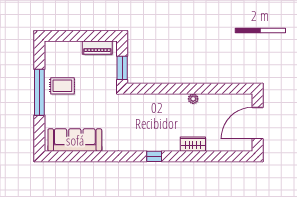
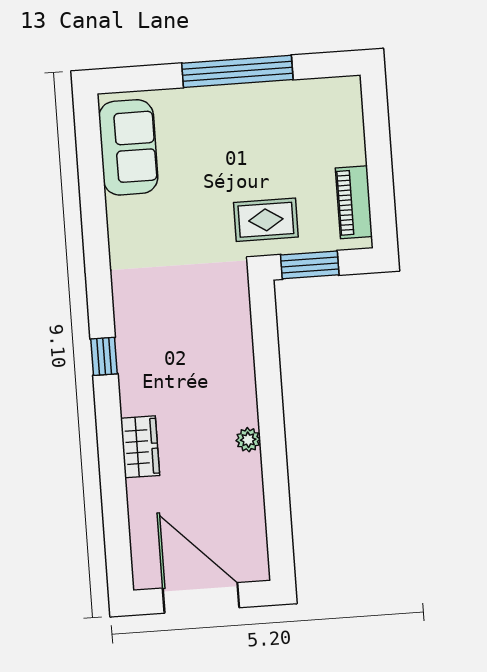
rug: (62, 86) -> (266, 220), moved, turned 90
sofa: (75, 140) -> (128, 147), width x0.73

